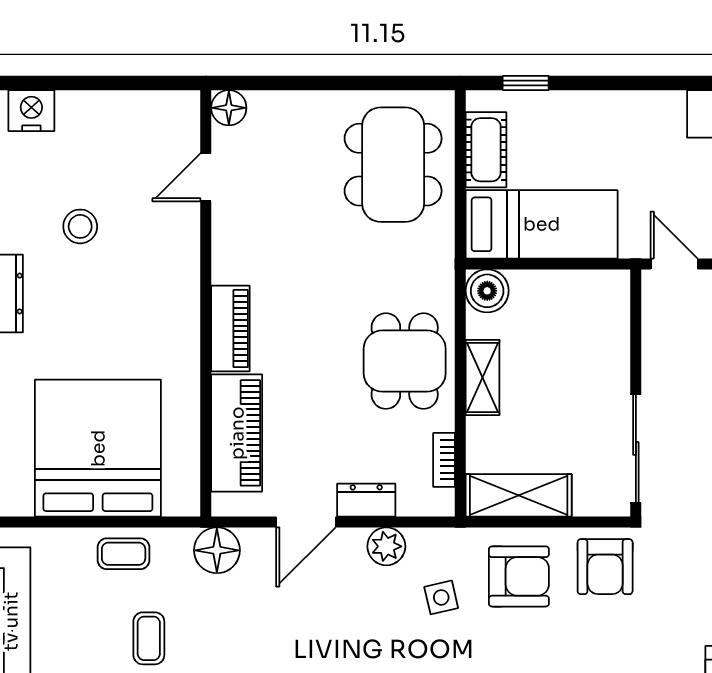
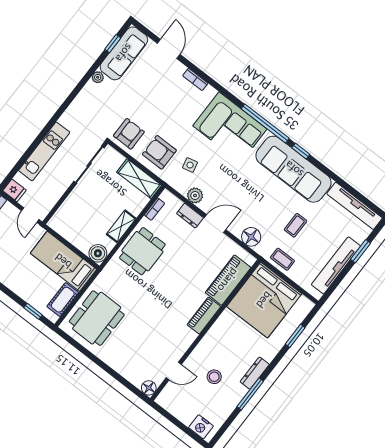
floor lamp: (229, 108) -> (149, 388), moved
door: (206, 177) -> (174, 371), moved
wall: (206, 303) -> (205, 330), moved
piano: (230, 329) -> (204, 316), moved
piano: (237, 433) -> (228, 280), moved

